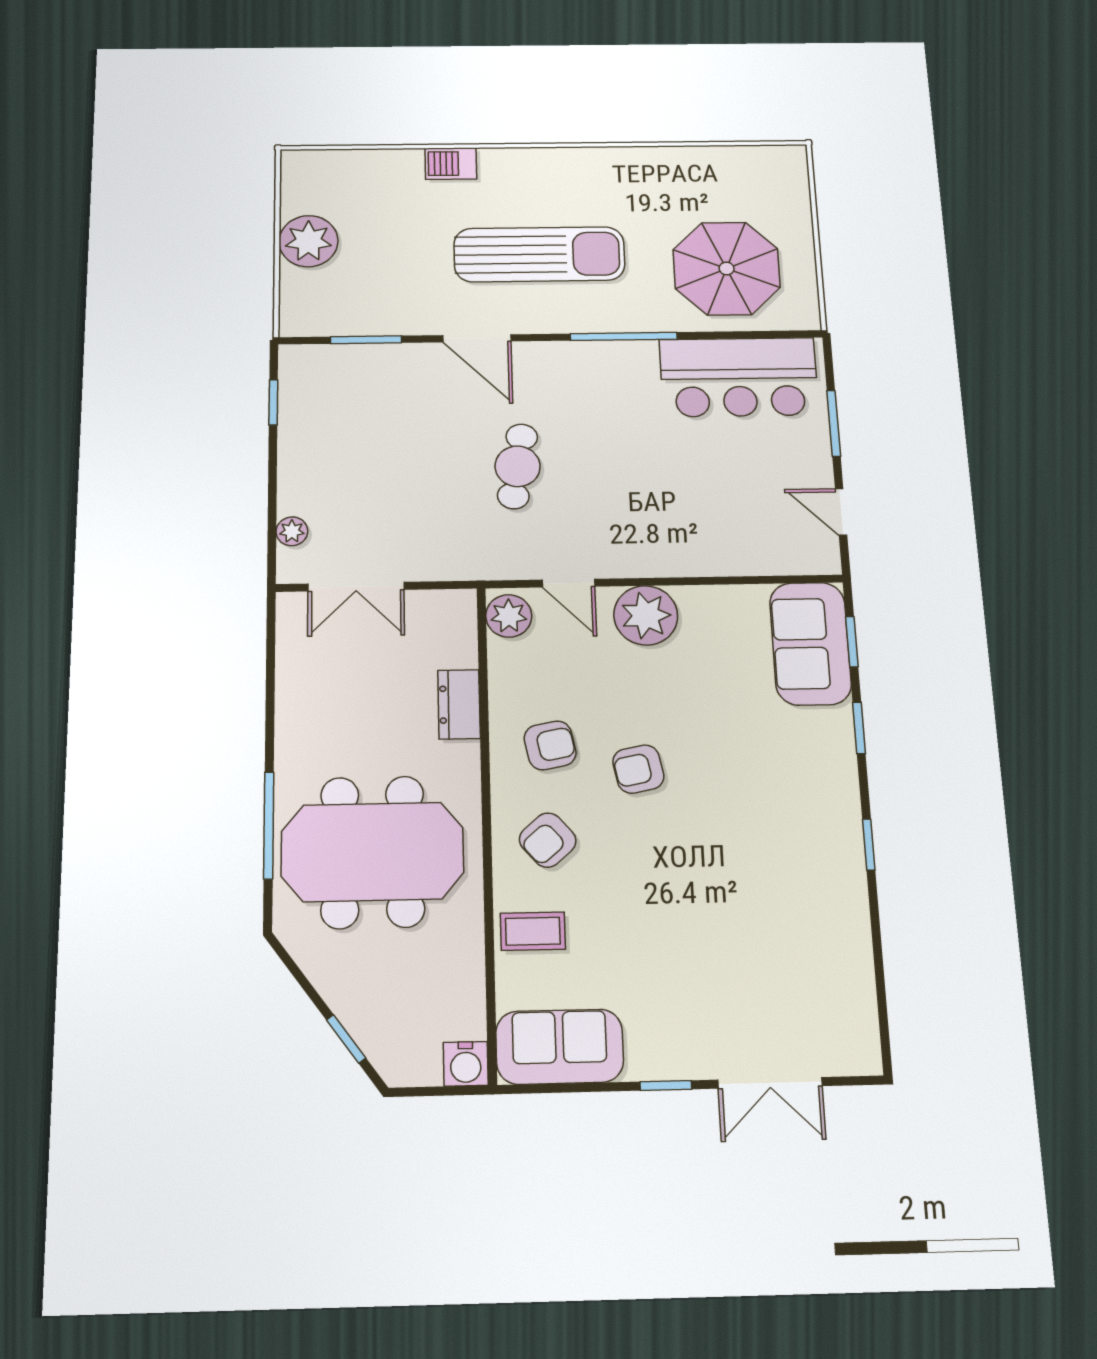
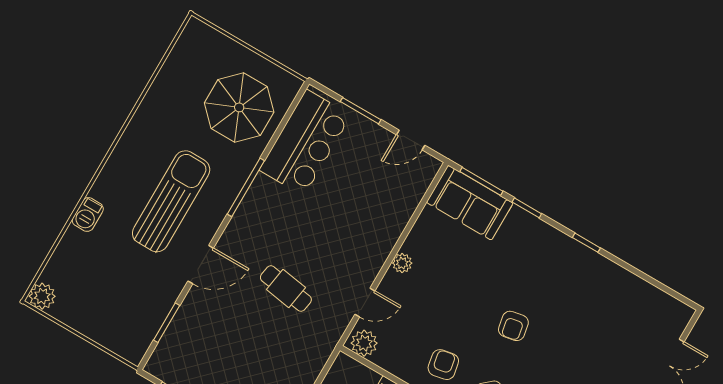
plant: (308, 241) -> (42, 296), moved, width x0.73, depth x0.73
plant: (646, 615) -> (402, 263), width x0.53, depth x0.53
window: (852, 642) -> (481, 181), width x1.50
armchair: (638, 769) -> (513, 326), moved

